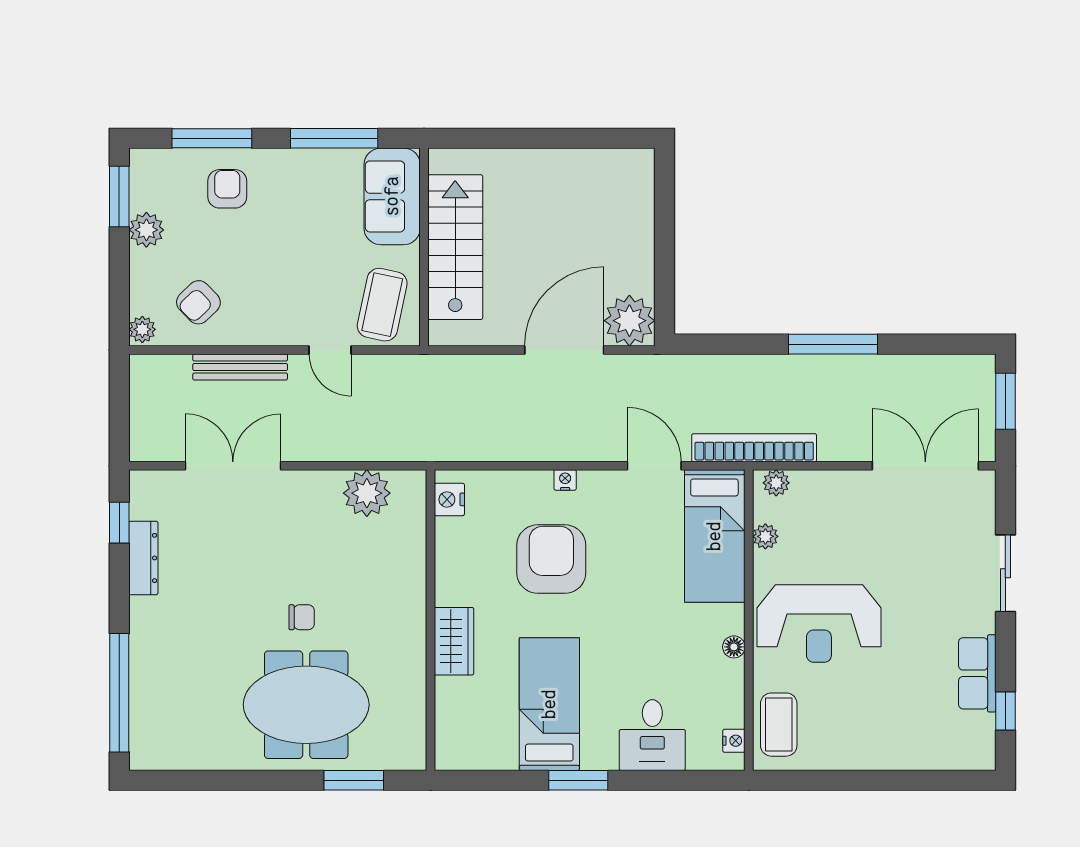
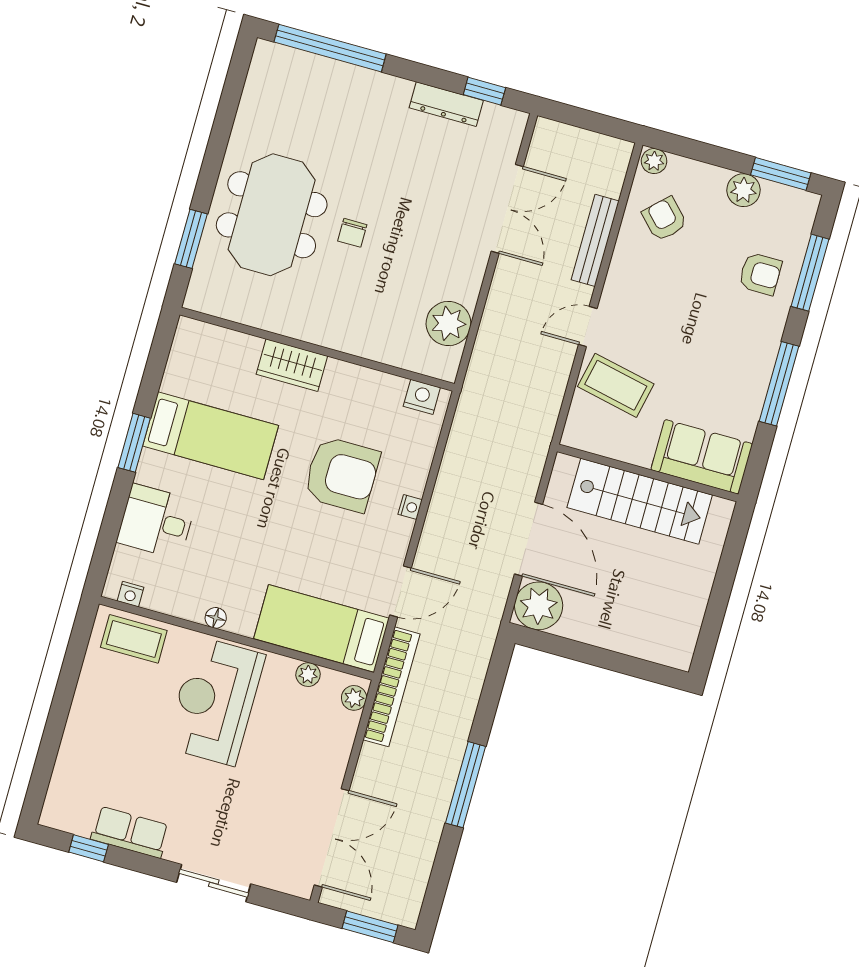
sofa: (392, 196) -> (702, 457), moved
wall: (424, 247) -> (648, 473), moved
stairs: (455, 247) -> (640, 501), moved

